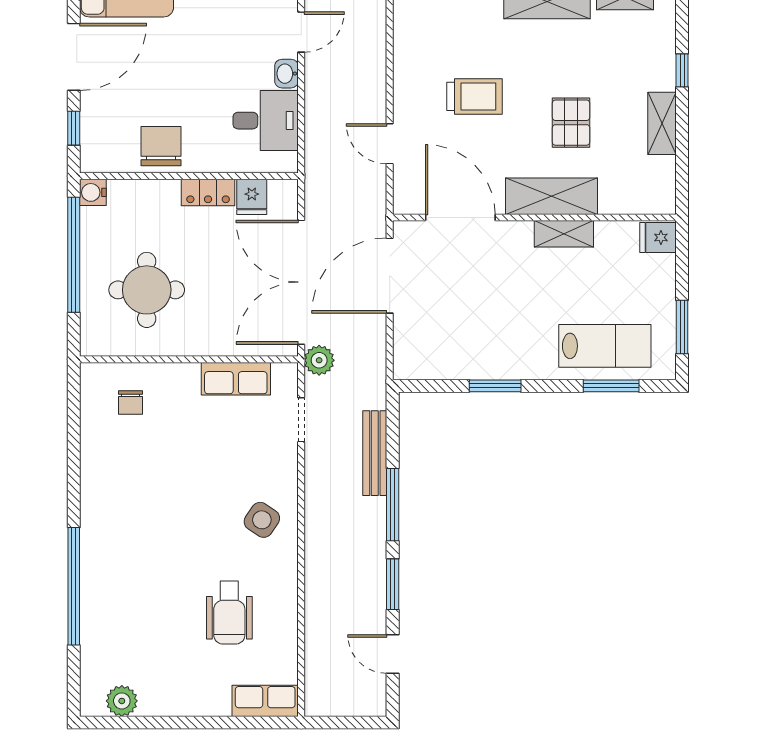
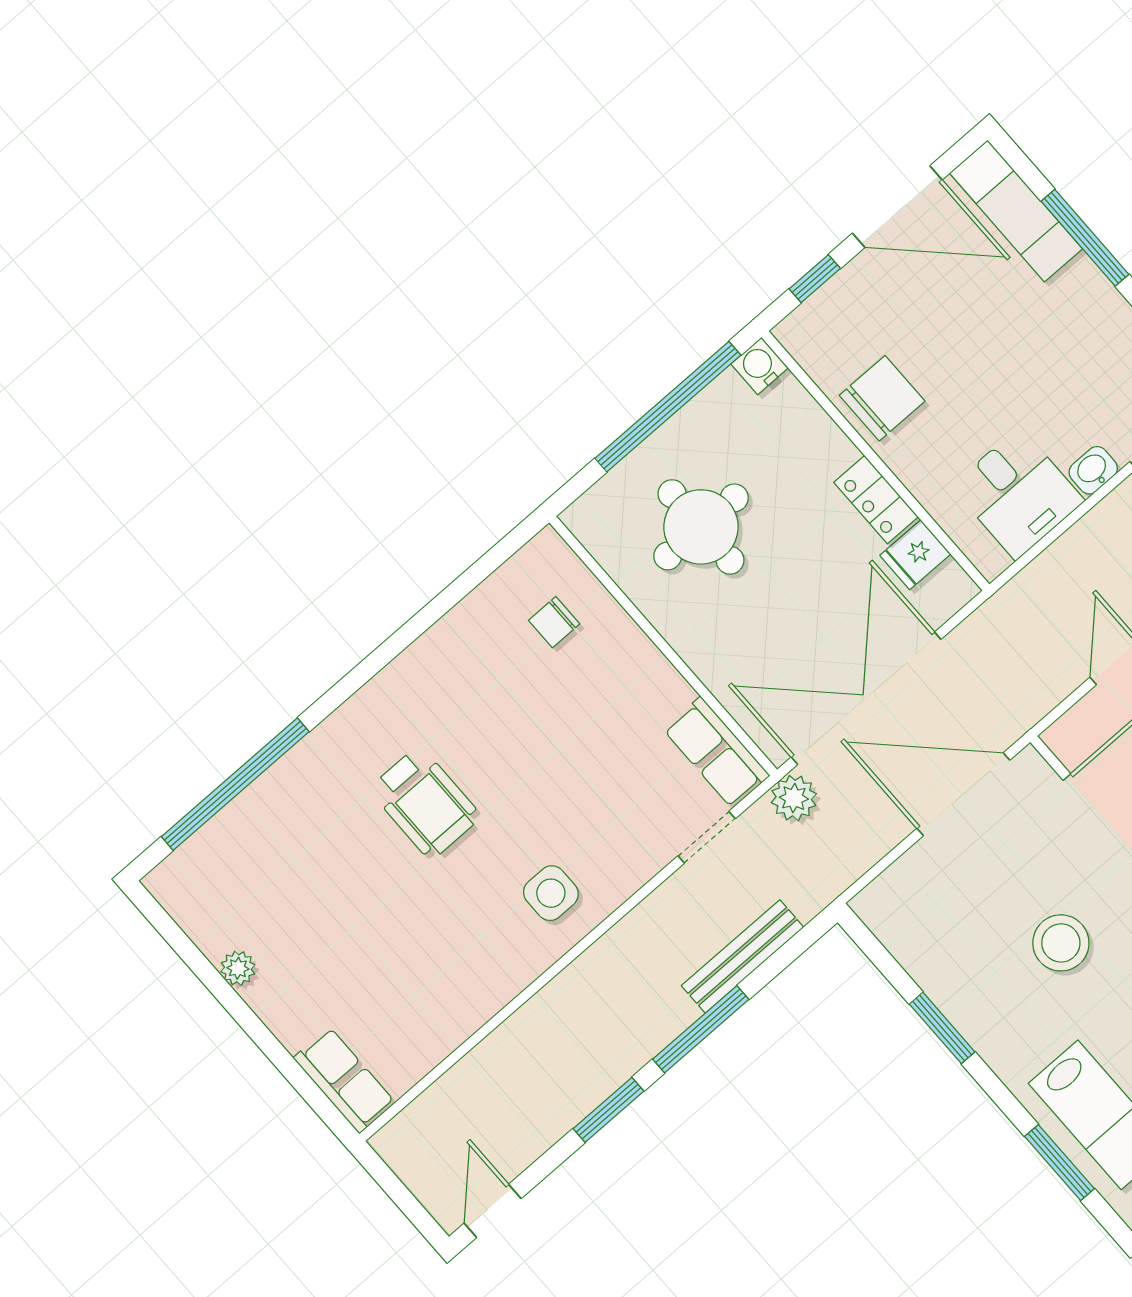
stool: (504, 291) -> (1061, 943), added
row of seats: (236, 379) -> (716, 752), moved
side table: (262, 520) -> (551, 893), turned -34
window: (74, 586) -> (235, 784), moved
wheelchair: (229, 613) -> (425, 803), moved, turned -90
door: (393, 654) -> (493, 1211), moved
plant: (122, 701) -> (238, 968), moved, width x0.73, depth x0.73

